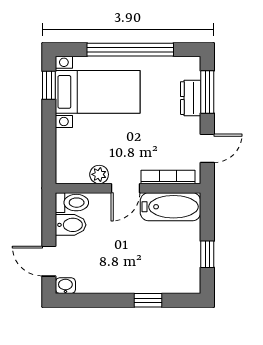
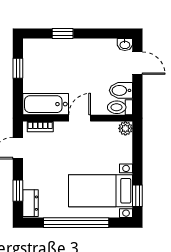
window: (207, 92) -> (18, 191), width x0.67
dresser: (191, 98) -> (30, 203), moved
plant: (99, 174) -> (125, 128), moved
bookcase: (168, 177) -> (40, 127), width x0.64

